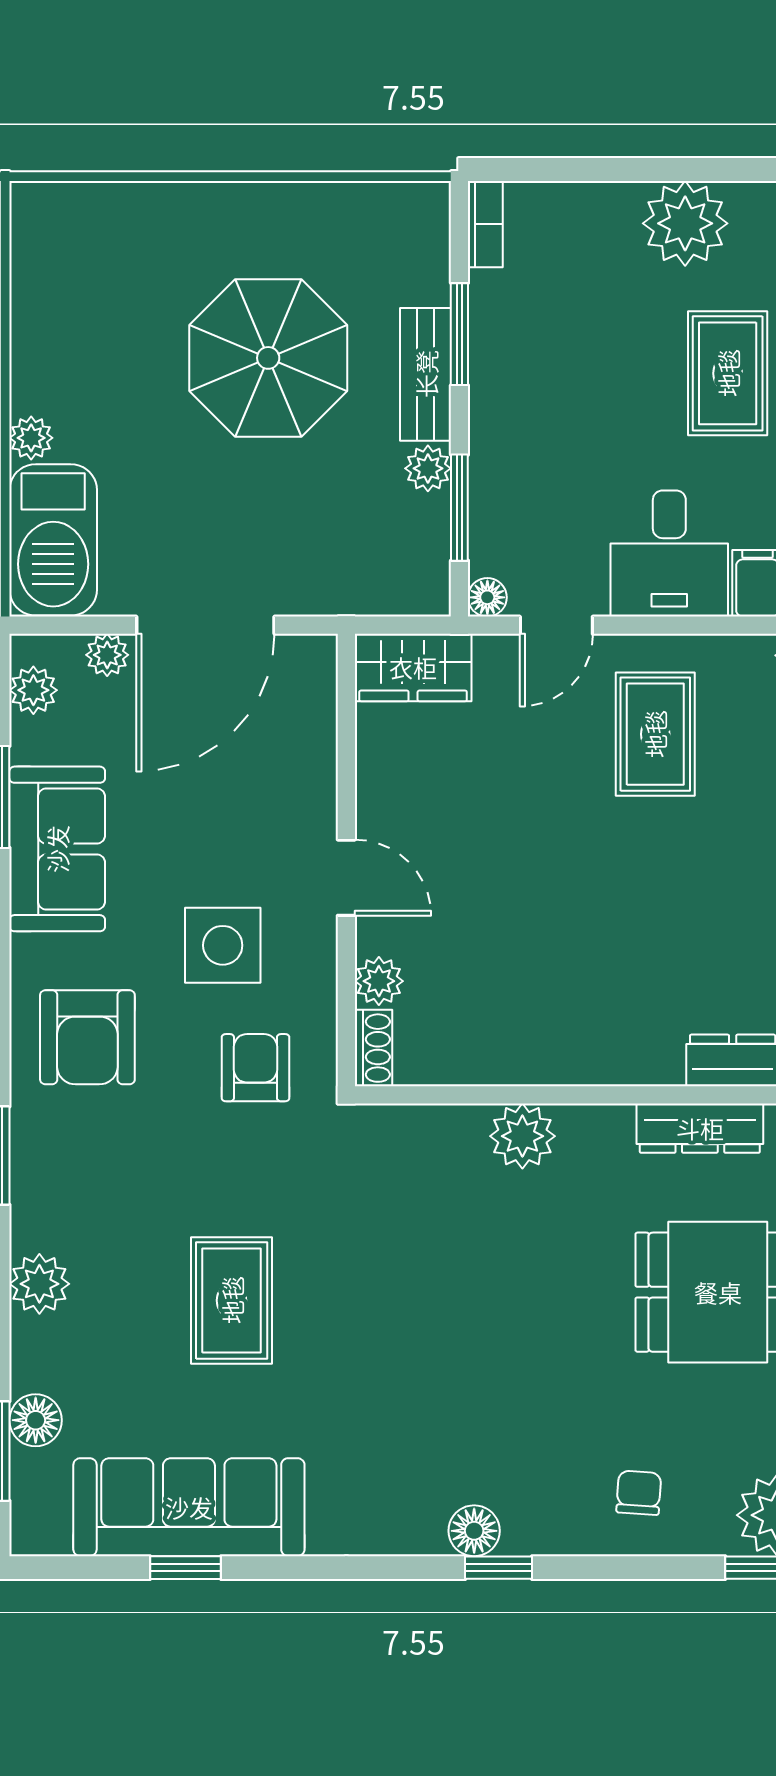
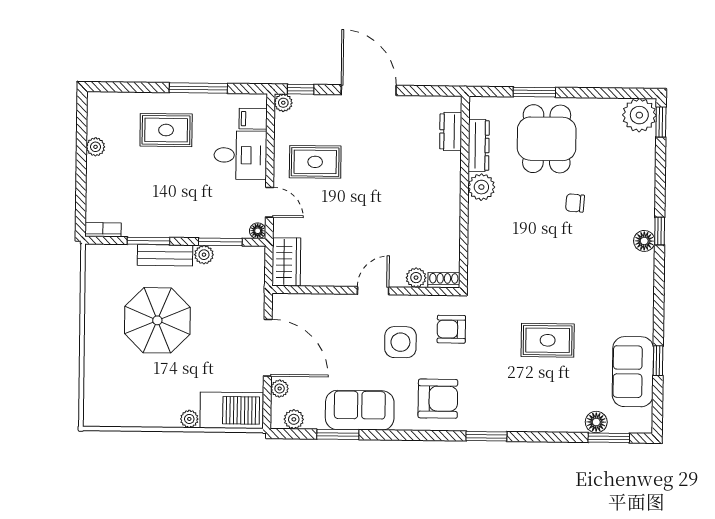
plant: (685, 223) -> (96, 147), width x0.53, depth x0.53
plant: (522, 1136) -> (481, 187), moved
plant: (39, 1284) -> (540, 420), removed
chair: (639, 1493) -> (575, 203), moved
sofa: (189, 1507) -> (633, 372), width x0.73

